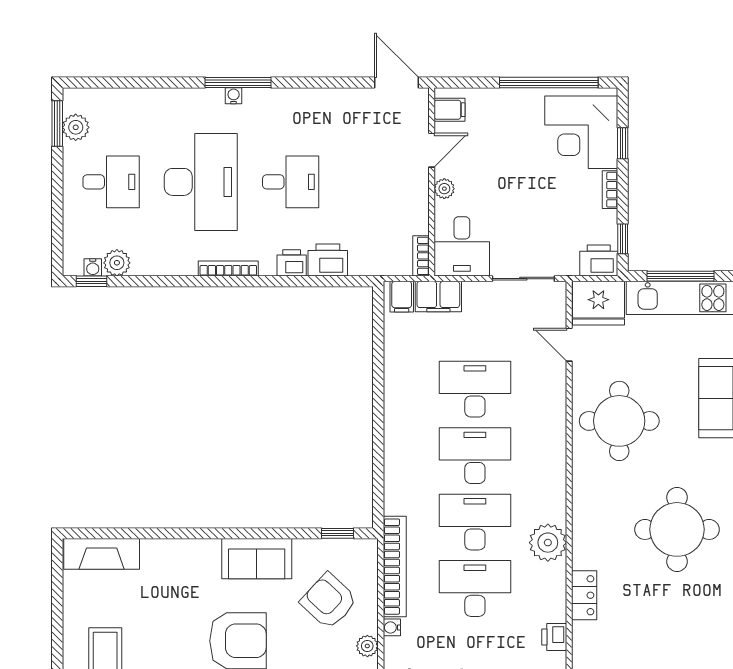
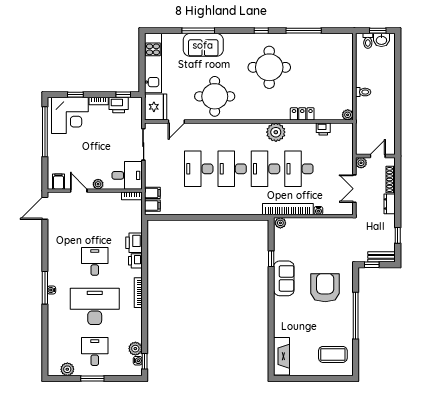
window: (57, 123) -> (92, 379), moved
printer: (599, 261) -> (119, 105), moved, turned -90
window: (680, 276) -> (142, 66), removed
filing cabinet: (438, 297) -> (152, 193), width x0.50
window: (338, 533) -> (271, 259), moved
armchair: (329, 601) -> (305, 242), removed
plant: (367, 646) -> (280, 223), moved

